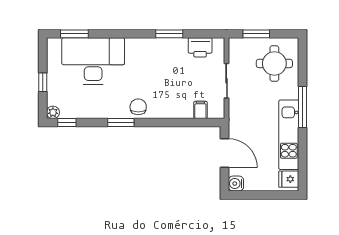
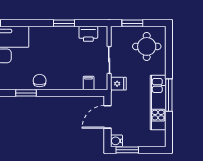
window: (302, 107) -> (169, 95), moved
door: (225, 153) -> (108, 117), swing flipped
fridge: (289, 179) -> (118, 84), moved, turned 180
window: (250, 195) -> (127, 150), added

